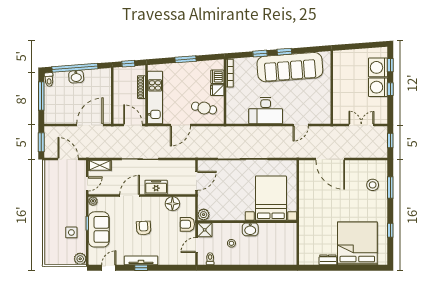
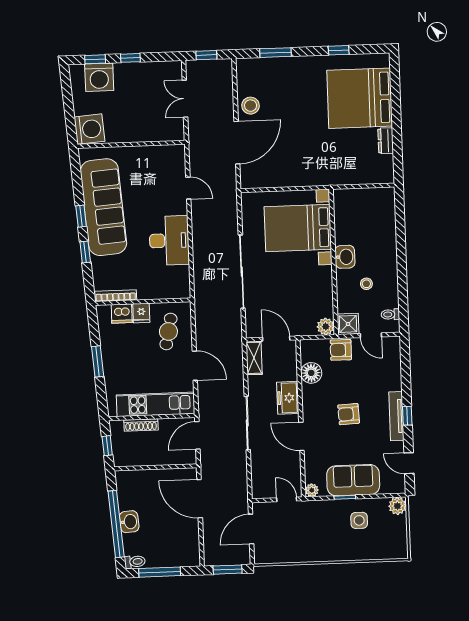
washing machine: (378, 87) -> (89, 129), moved, turned -94
shelving: (100, 165) -> (254, 358), moved
stool: (373, 185) -> (251, 106), moved
armchair: (187, 224) -> (341, 350), turned 90

